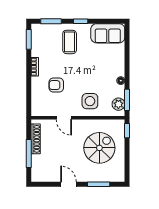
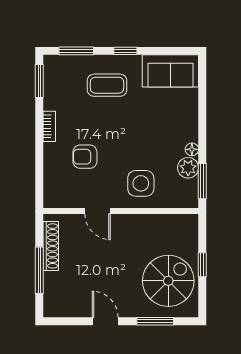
coffee table: (70, 42) -> (107, 85), turned 90
plant: (118, 104) -> (188, 168), moved
window: (127, 131) -> (202, 265), moved
spiral stairs: (99, 148) -> (168, 281), moved

